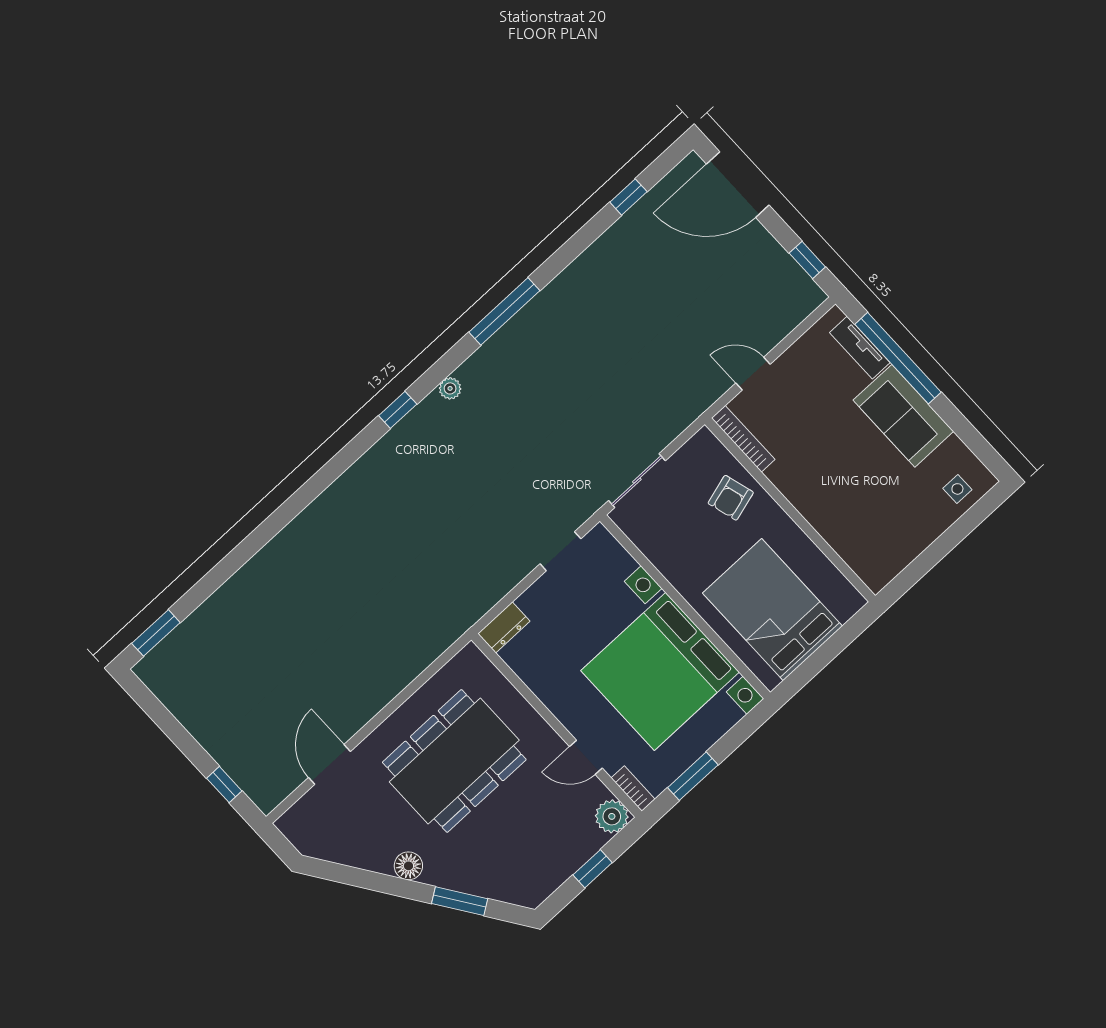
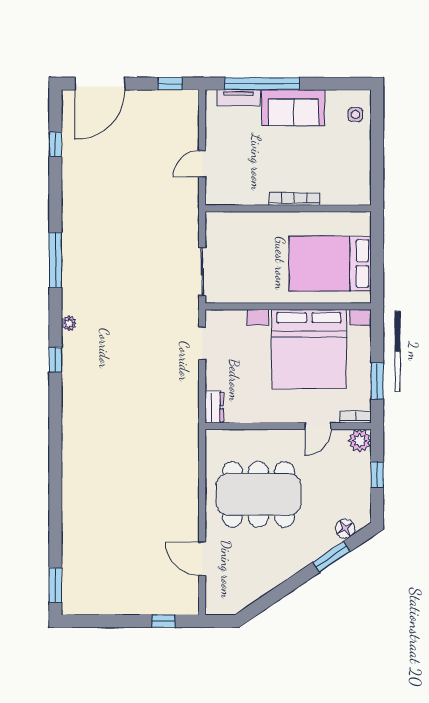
bookcase: (743, 439) -> (294, 199), moved
armchair: (731, 498) -> (254, 233), removed
dining table: (454, 761) -> (259, 494), turned 90
floor lamp: (408, 866) -> (345, 529), moved

